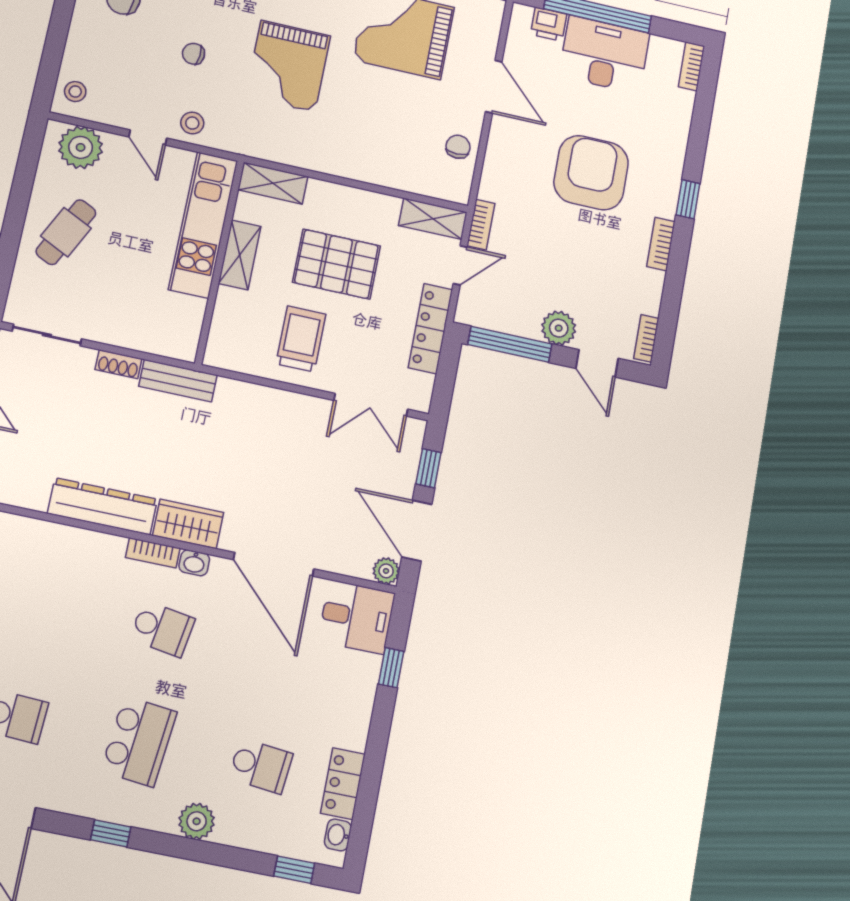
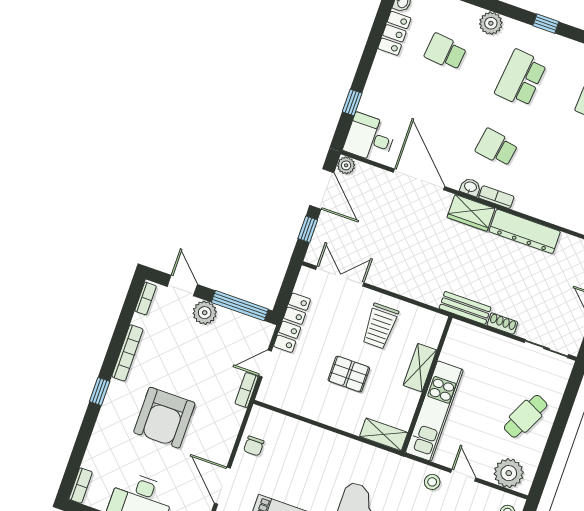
shelving: (433, 219) -> (279, 398), removed
bookcase: (661, 244) -> (127, 353), width x1.56
shelving: (240, 255) -> (420, 368), moved
pallet: (337, 264) -> (349, 374), width x0.67, depth x0.71

